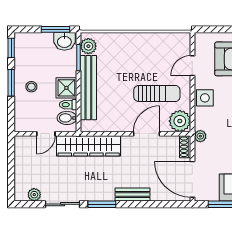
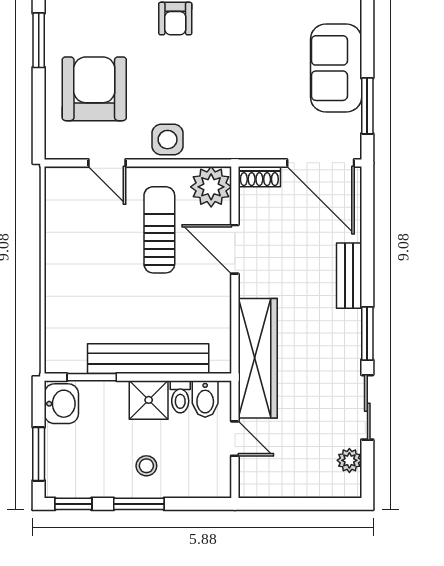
window: (56, 29) -> (39, 454), moved
plant: (88, 46) -> (70, 359), removed
plant: (200, 136) -> (239, 148), removed
door: (192, 179) -> (321, 163), hinge flipped

